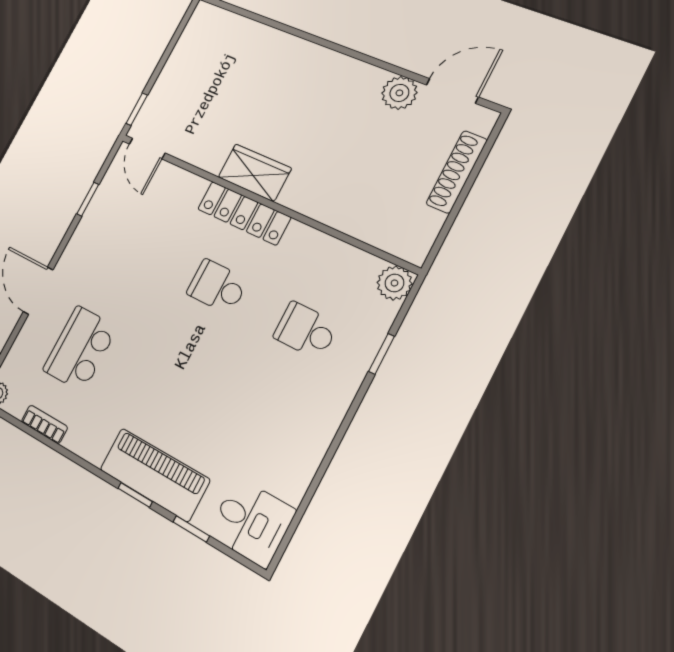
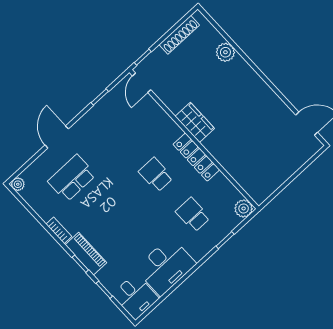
plant: (399, 93) -> (225, 52), moved
shoe rack: (457, 172) -> (179, 35), moved, turned 180
locker: (244, 213) -> (196, 157), moved
bookcase: (44, 424) -> (59, 230), moved
desk: (288, 444) -> (166, 266), added
piano: (155, 475) -> (86, 254), width x0.73, depth x0.75

